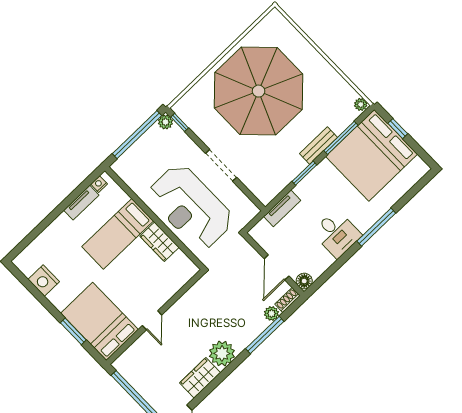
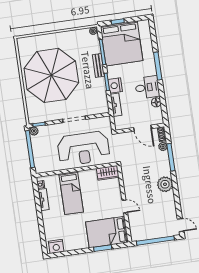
nightstand: (308, 188) -> (115, 86), added
wardrobe: (159, 242) -> (108, 173), moved
nightstand: (44, 281) -> (56, 246), moved
floor lamp: (304, 281) -> (156, 102), moved
wardrobe: (200, 378) -> (169, 203), removed

